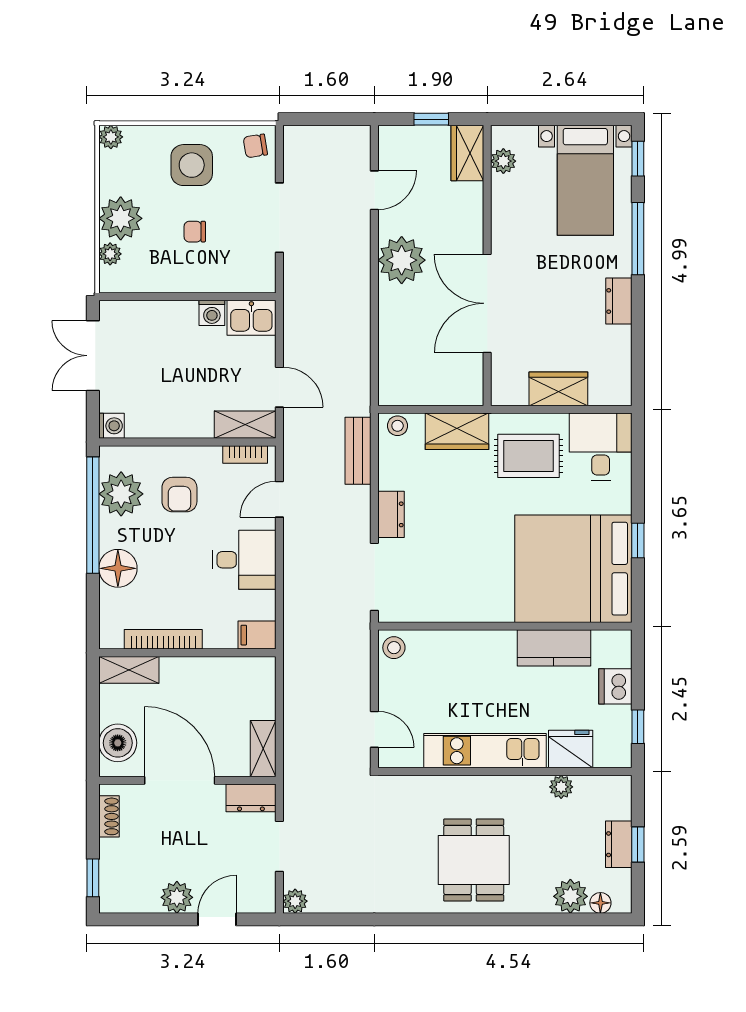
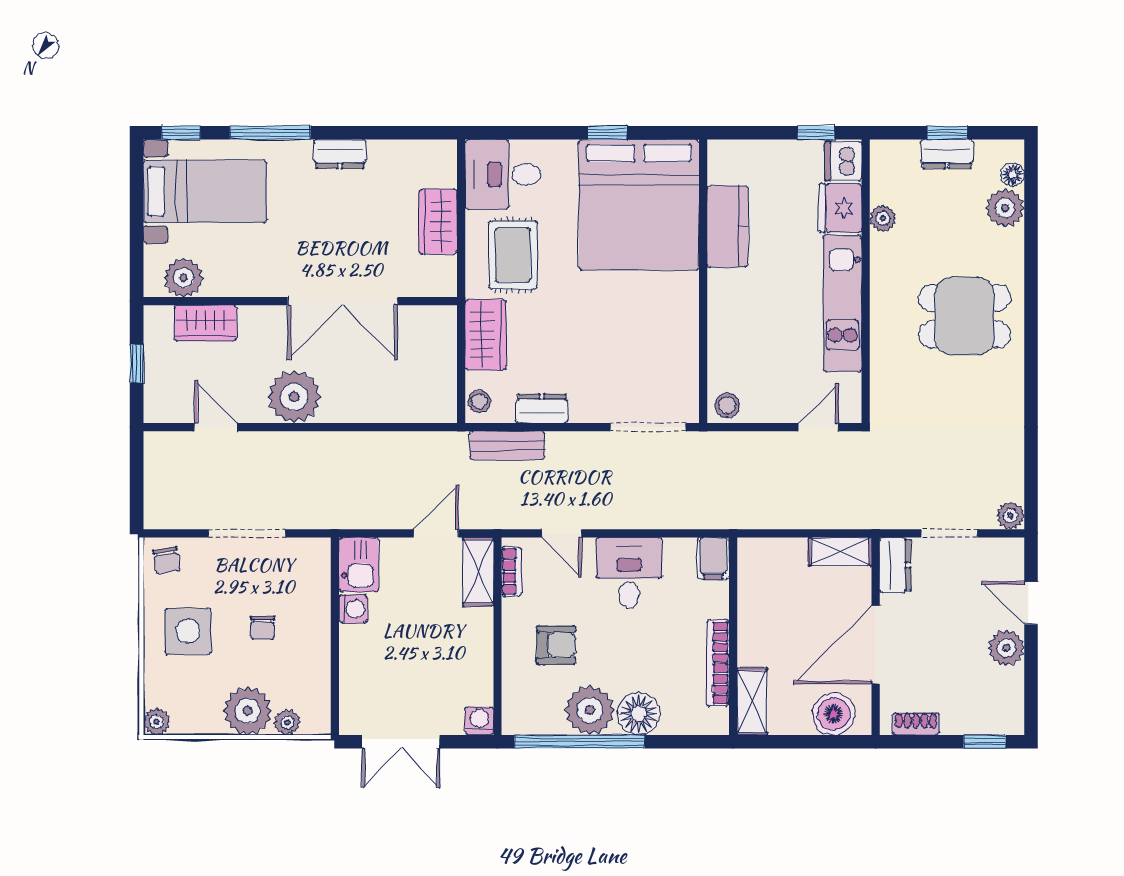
wardrobe: (467, 153) -> (205, 323), moved
plant: (503, 161) -> (184, 278), width x1.38, depth x1.38
plant: (121, 494) -> (590, 710), moved
dresser: (391, 514) -> (542, 409), moved
dishwasher: (615, 686) -> (843, 161), moved, turned 90

